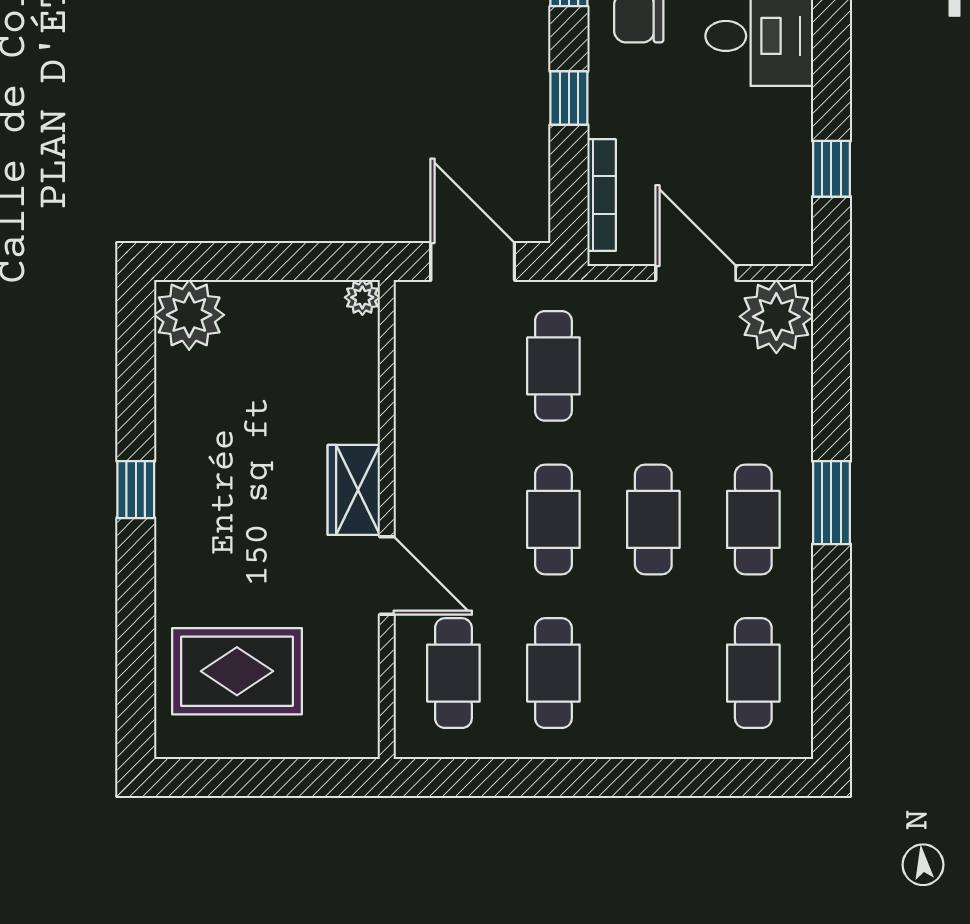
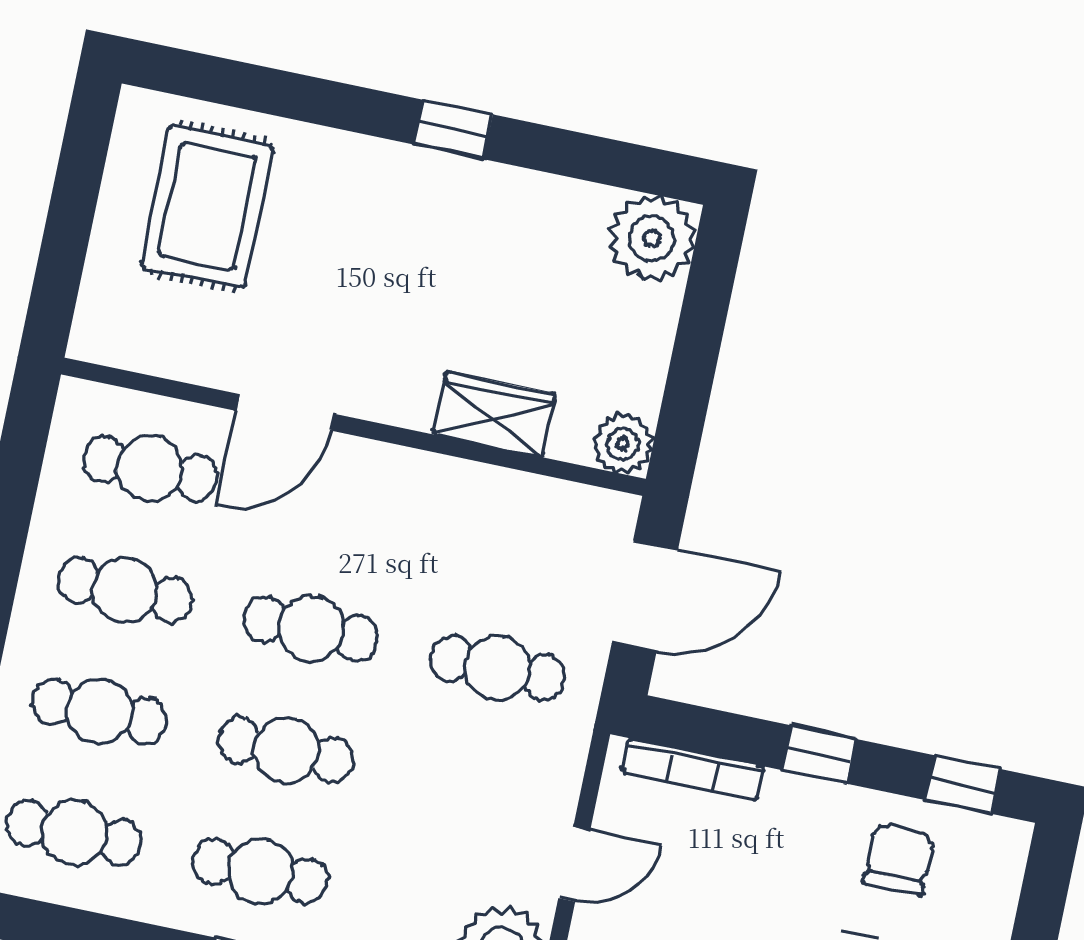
door: (696, 273) -> (574, 864), width x0.73
plant: (362, 297) -> (623, 444), width x1.38, depth x1.38
wardrobe: (354, 490) -> (494, 414), moved
cafe table: (653, 673) -> (99, 711), added

